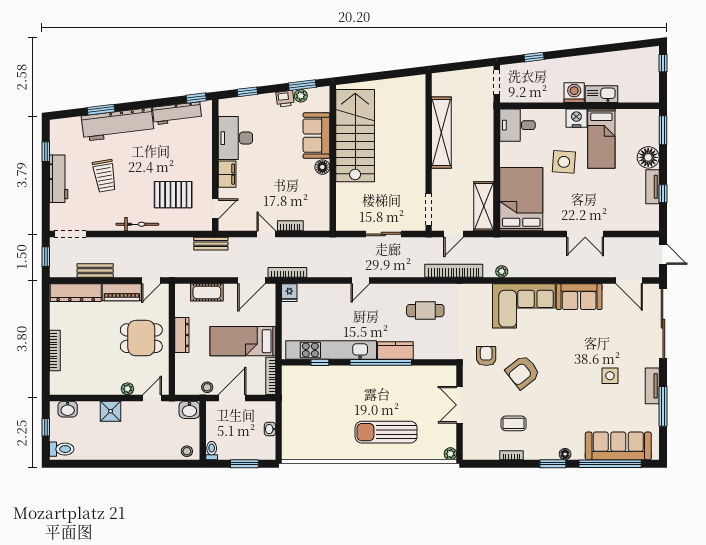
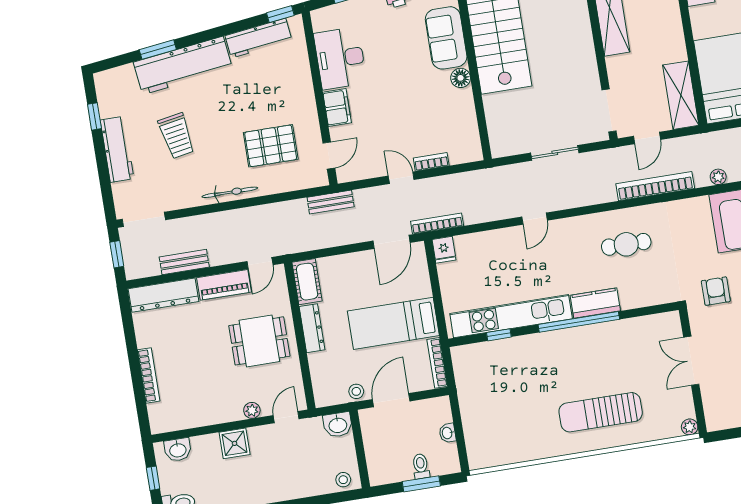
cot: (207, 292) -> (307, 282), moved, turned 90
toilet: (212, 451) -> (421, 466), moved

